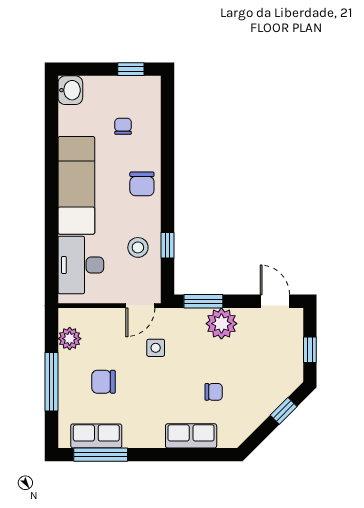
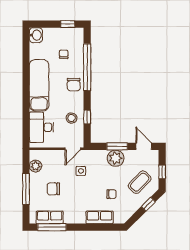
window: (168, 151) -> (87, 67), added
window: (203, 301) -> (117, 146), moved
coffee table: (267, 369) -> (140, 182), added

